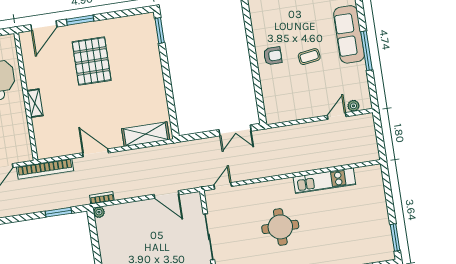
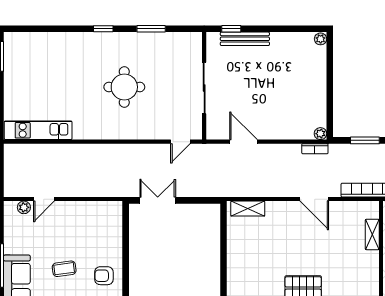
shelving: (35, 103) -> (372, 234), moved
shelving: (146, 134) -> (248, 209), width x0.67, depth x0.75
kitchen unit: (324, 181) -> (38, 130), moved

